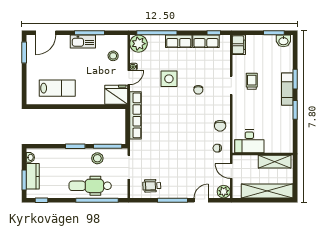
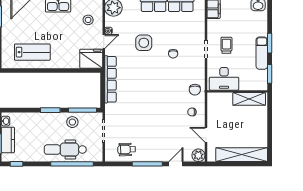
desk: (249, 141) -> (224, 79), moved
wall: (263, 154) -> (237, 91), moved
shelving: (275, 162) -> (249, 99), moved

